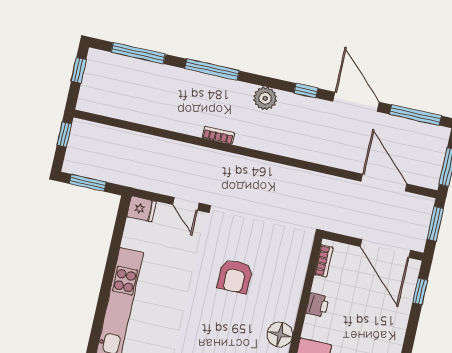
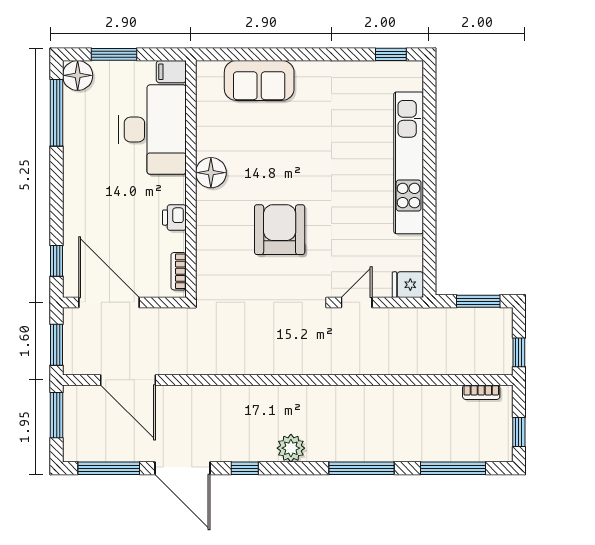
bookcase: (218, 135) -> (481, 392), moved
door: (186, 204) -> (357, 302), hinge flipped
armchair: (235, 276) -> (280, 230), width x1.36, depth x1.36

